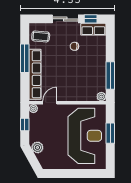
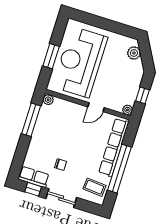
window: (25, 58) -> (120, 169), width x1.46
door: (50, 103) -> (96, 107), moved
plant: (37, 147) -> (134, 53), moved

